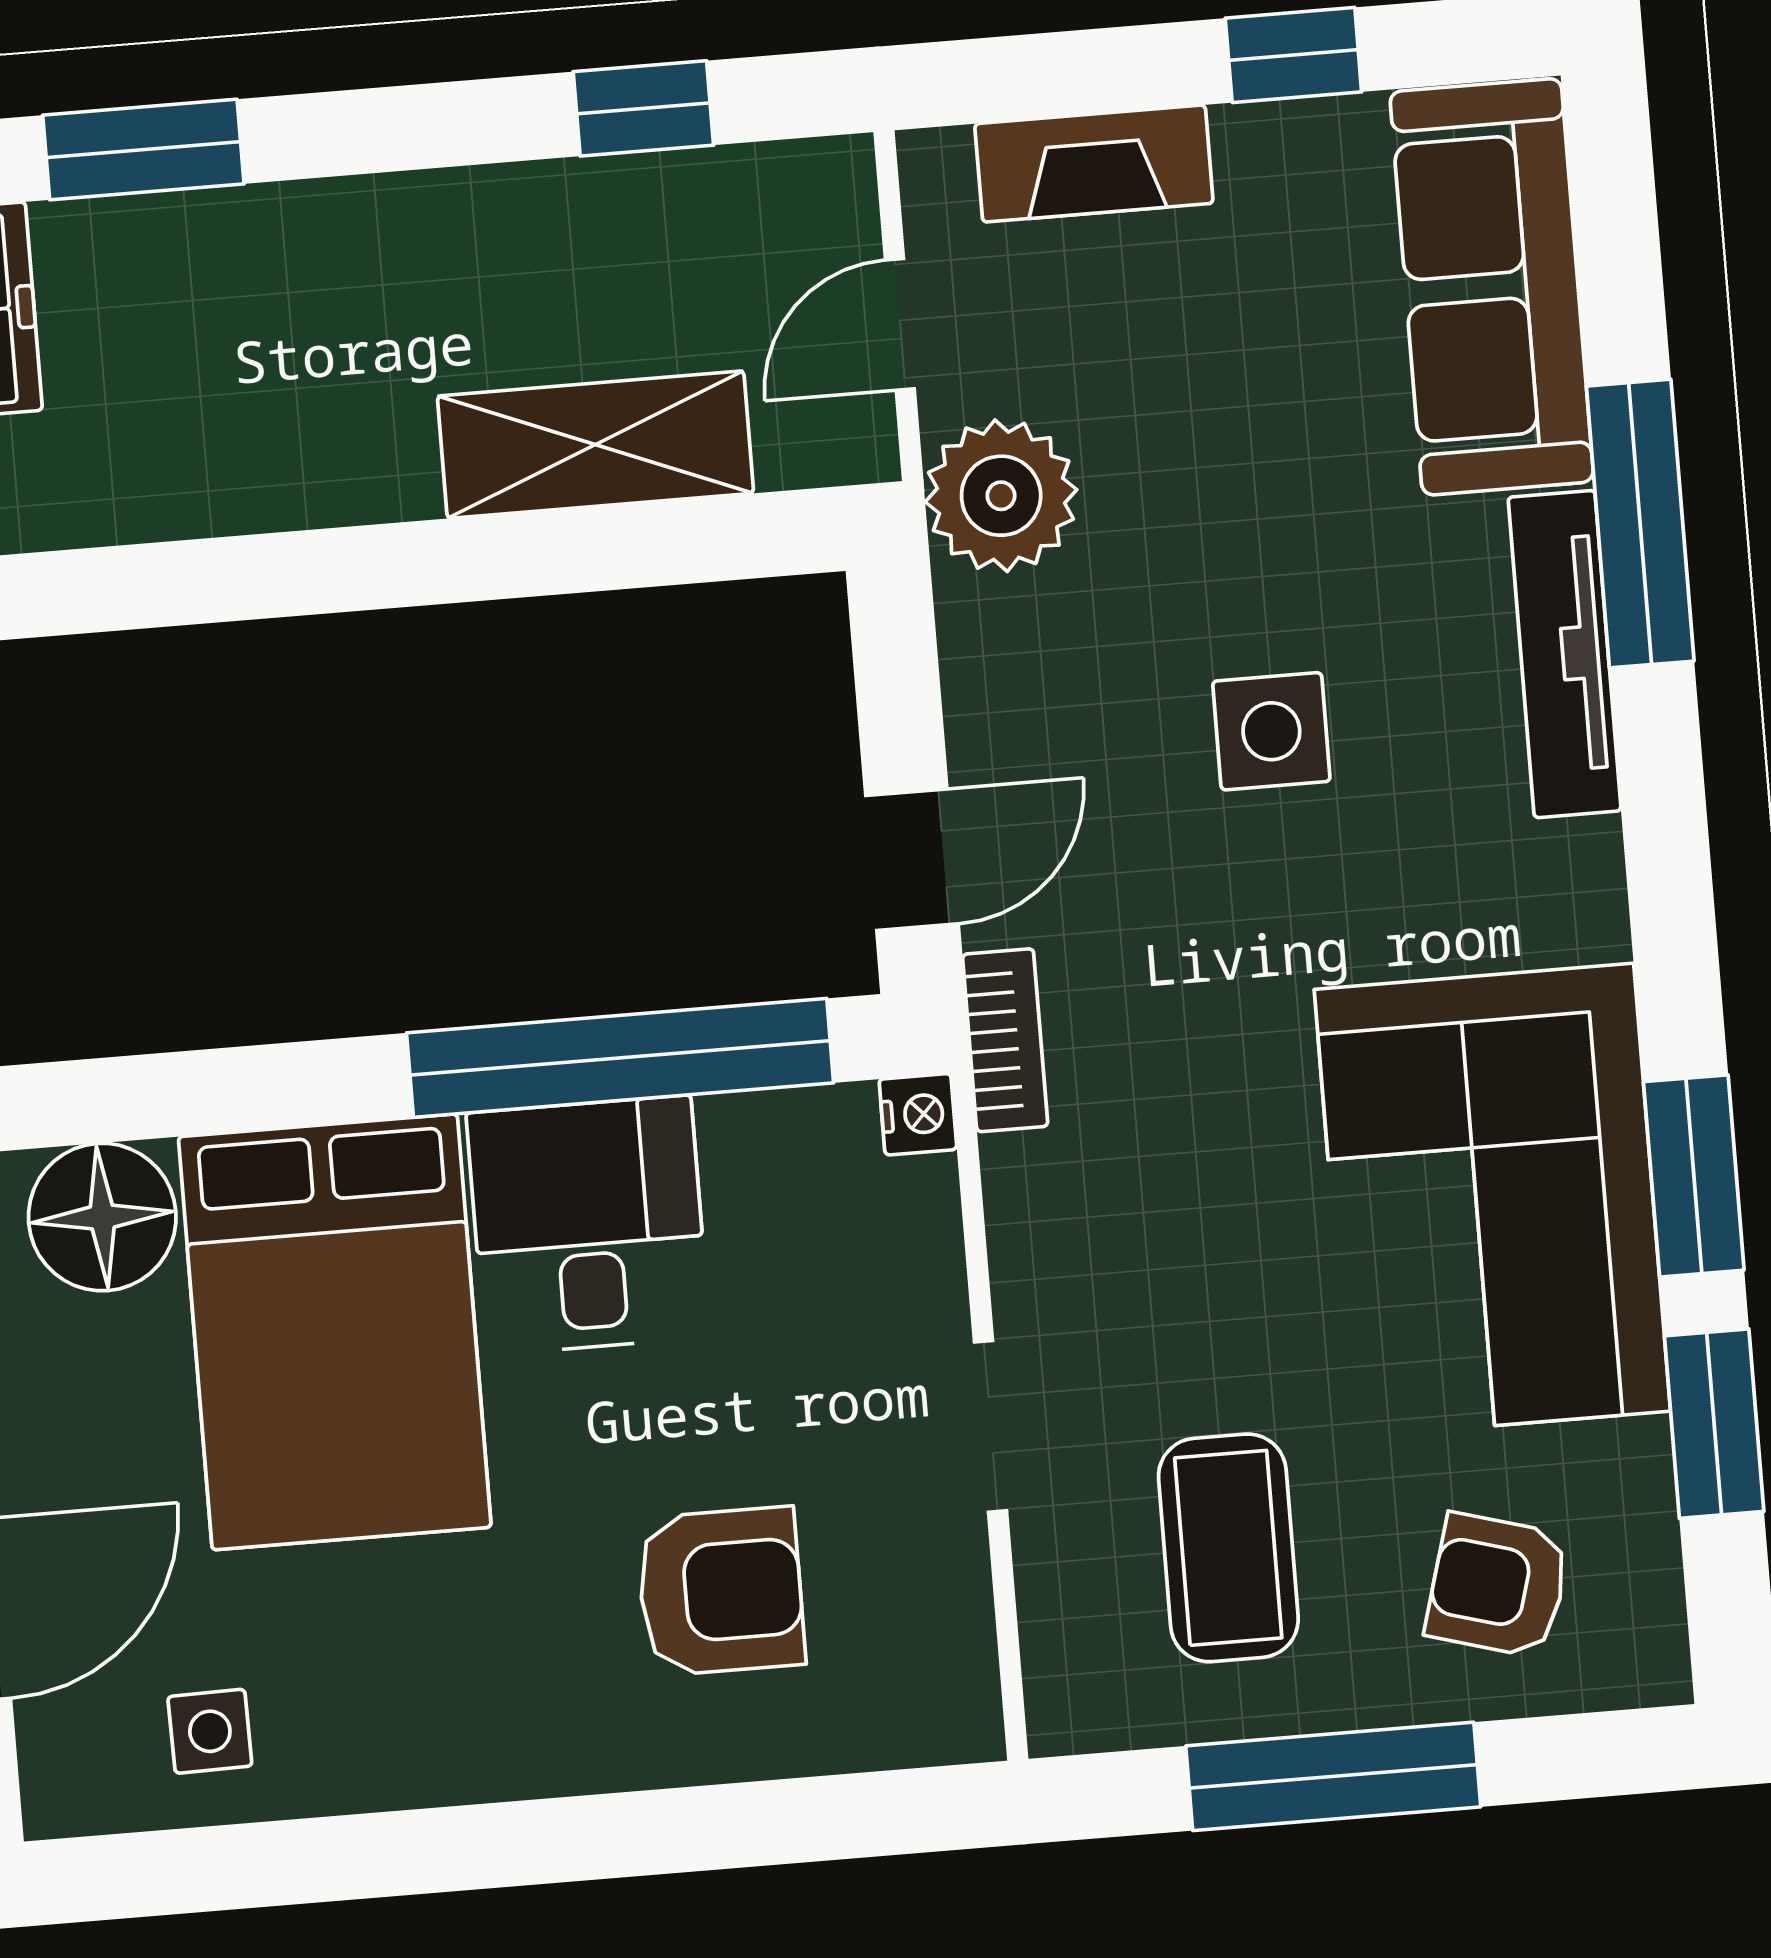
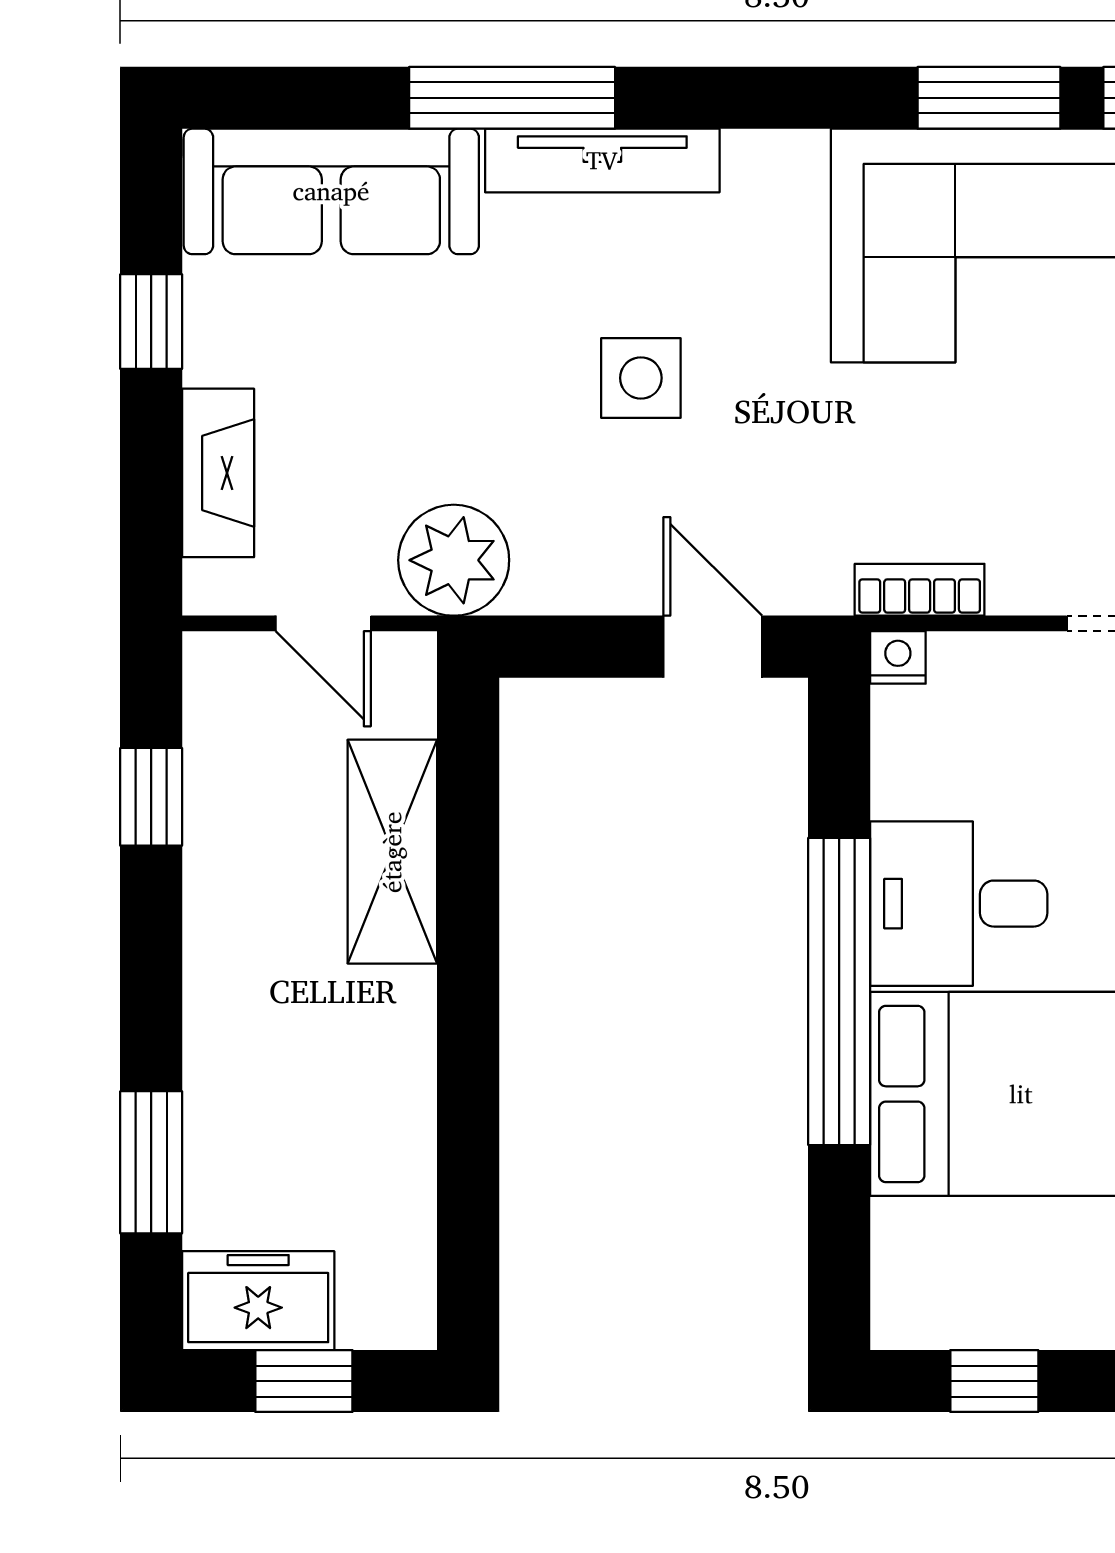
bookcase: (1005, 1040) -> (920, 590), moved
window: (620, 1058) -> (839, 991), moved
floor lamp: (102, 1217) -> (924, 1256), removed

